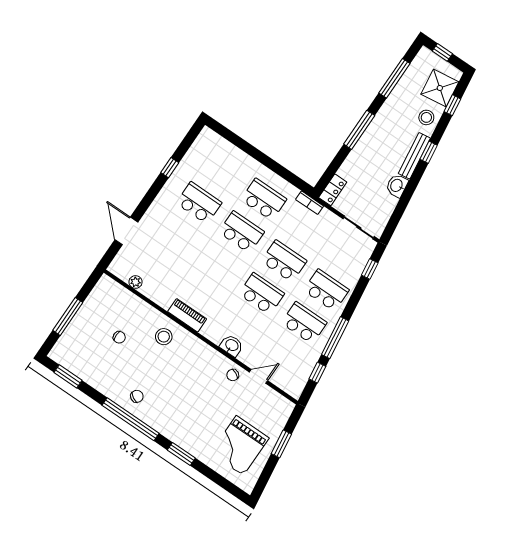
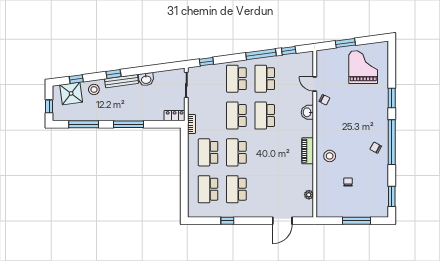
school desk: (221, 170) -> (208, 189), added
grand piano: (240, 445) -> (363, 67), turned -90

